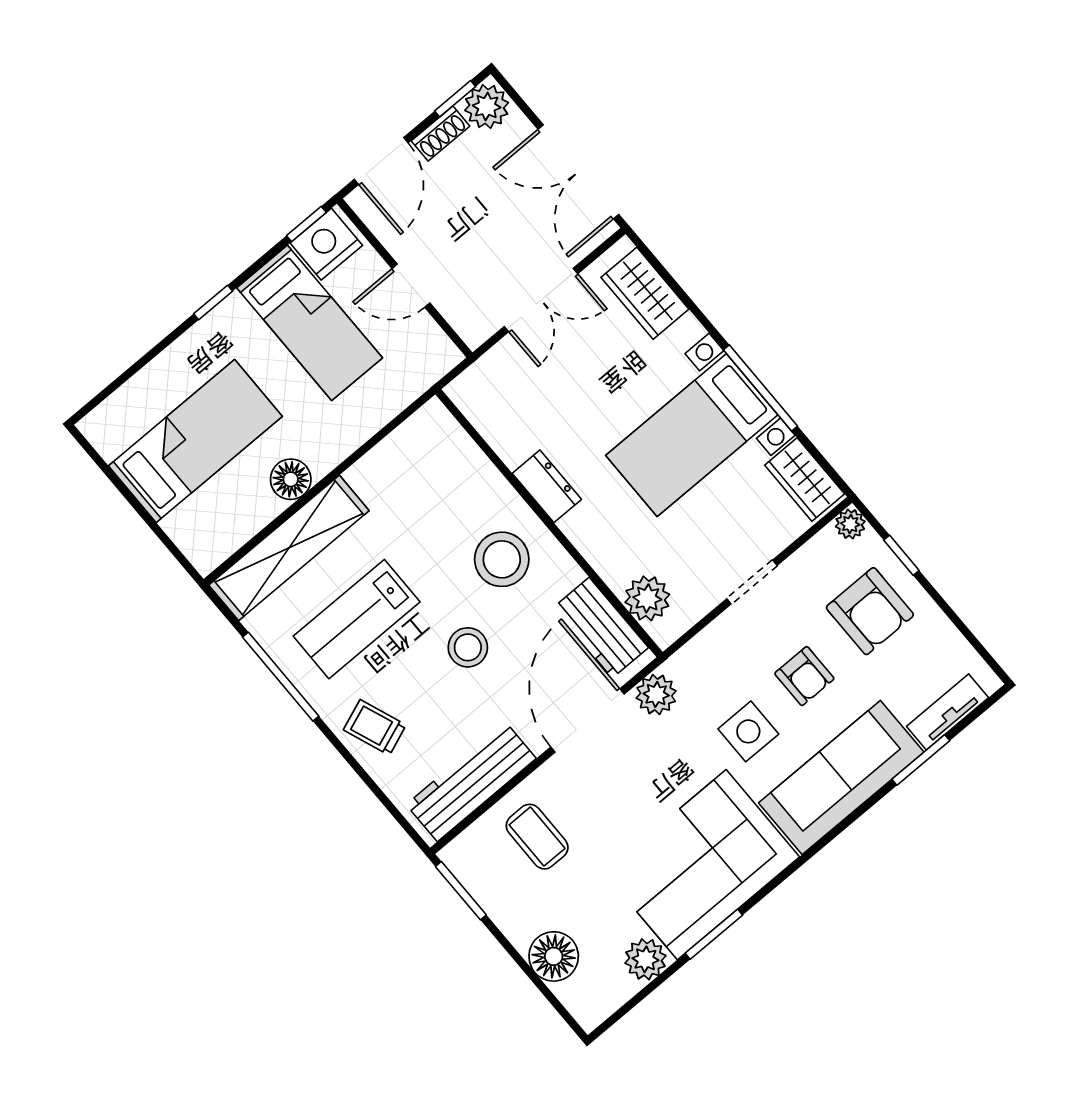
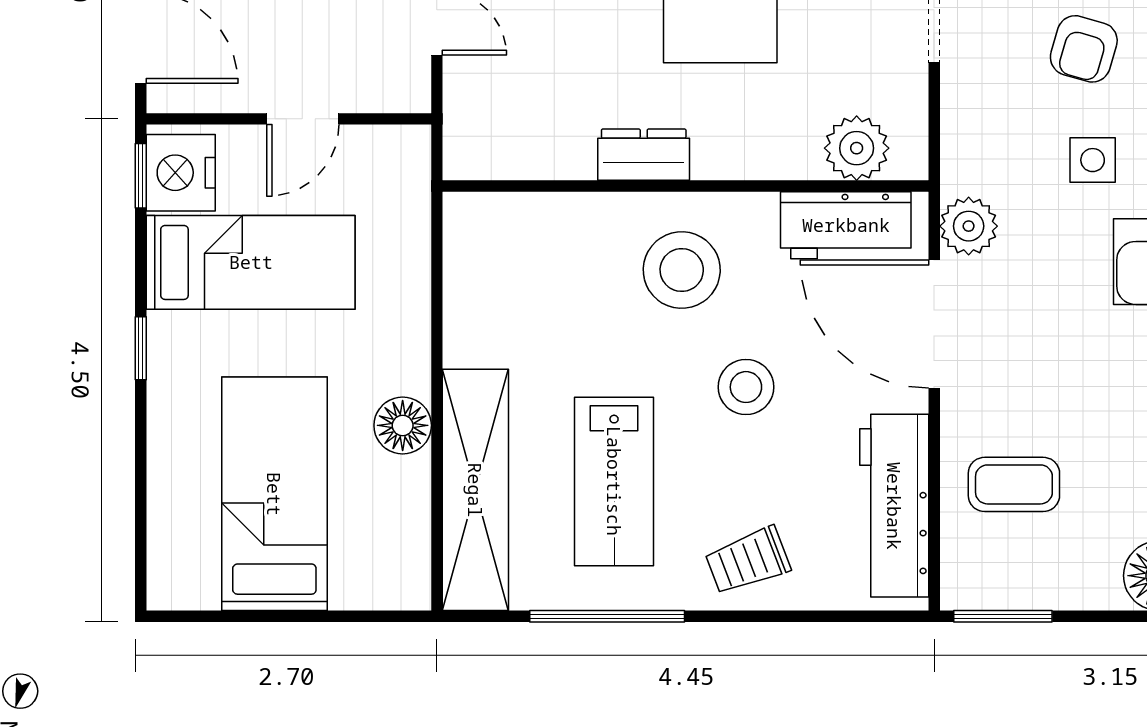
armchair: (804, 676) -> (1084, 49), turned 106
side table: (748, 731) -> (1093, 160), width x0.73, depth x0.73

